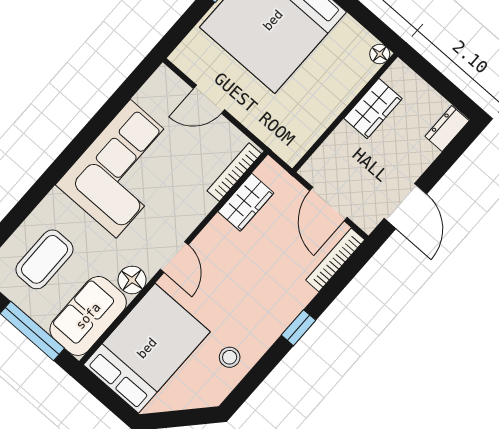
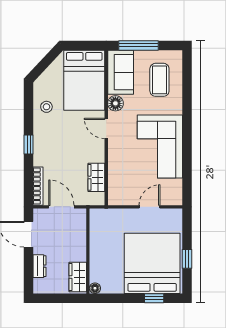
wardrobe: (373, 109) -> (78, 277), moved
dresser: (447, 129) -> (40, 266), moved
bookcase: (234, 172) -> (112, 186), removed

